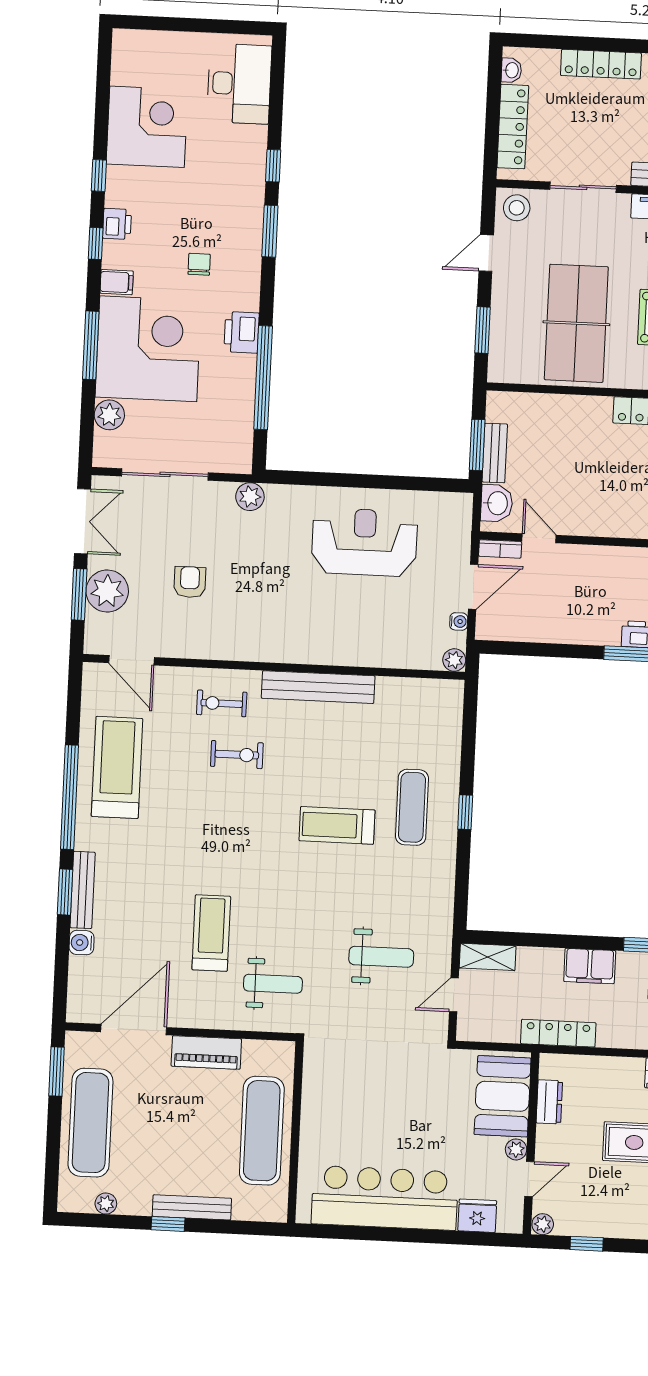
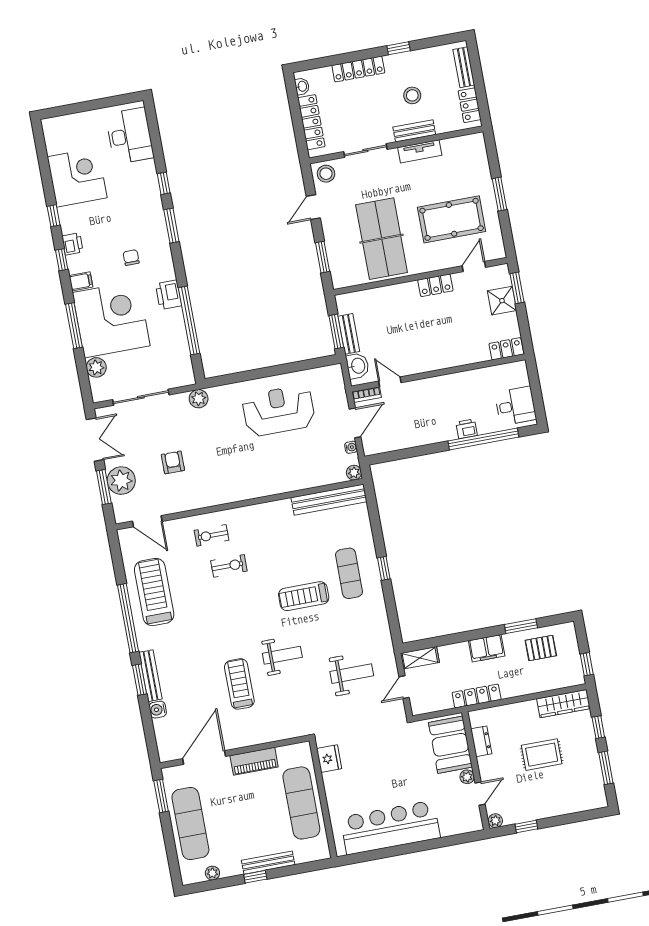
bench: (318, 687) -> (329, 500), moved
weight bench: (273, 984) -> (282, 655), moved
fridge: (477, 1216) -> (329, 759), moved, turned 90

